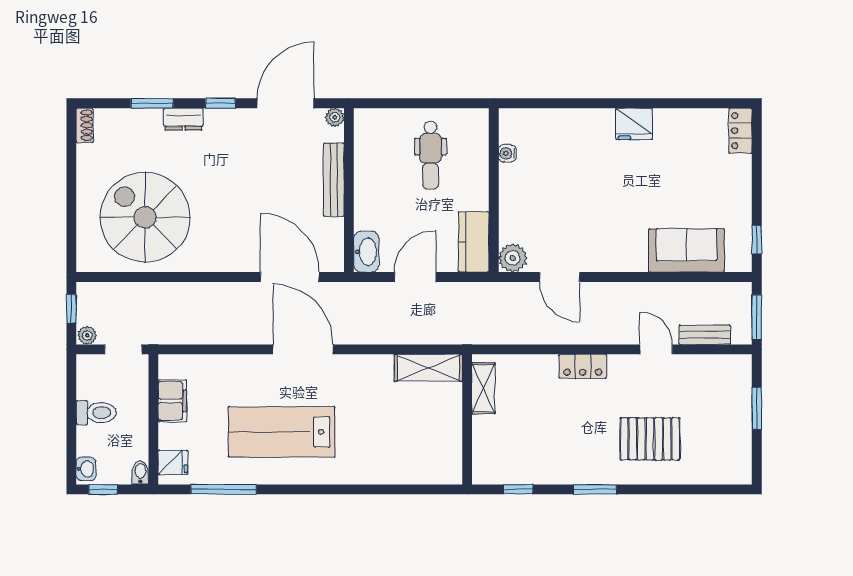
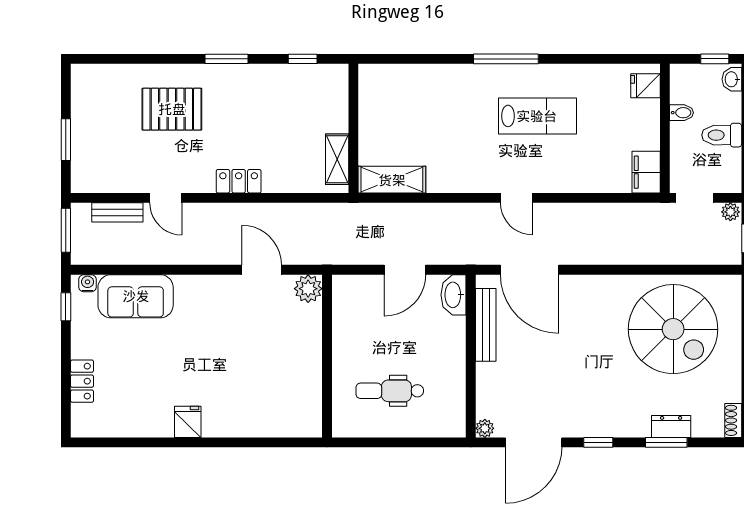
dresser: (183, 119) -> (671, 426), moved
fridge: (634, 124) -> (188, 422), width x0.72
locker: (740, 131) -> (82, 381), moved
water cooler: (507, 153) -> (88, 283), moved, turned -90
dental chair: (431, 155) -> (390, 391), turned -90
bench: (334, 180) -> (486, 325), moved
kitchen counter: (474, 242) -> (347, 305), removed
door: (303, 349) -> (516, 198), width x0.53
filing cabinet: (172, 401) -> (646, 172), moved
lab bench: (282, 432) -> (537, 116), width x0.73, depth x0.72
bidet: (140, 473) -> (682, 113), moved, turned -90
window: (224, 489) -> (506, 59), moved

